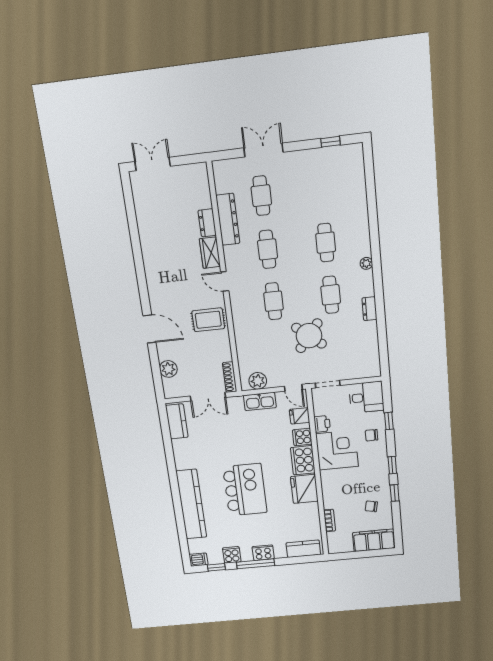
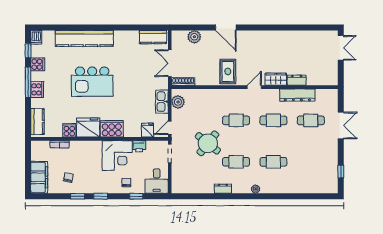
door: (149, 329) -> (226, 27), hinge flipped
cooker: (302, 437) -> (69, 130), moved

